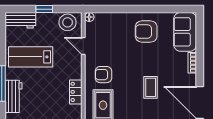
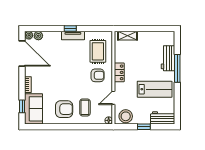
window: (200, 35) -> (22, 106), added
door: (83, 46) -> (113, 98), swing flipped
coffee table: (151, 87) -> (85, 107), moved
locker: (76, 92) -> (119, 72), moved

